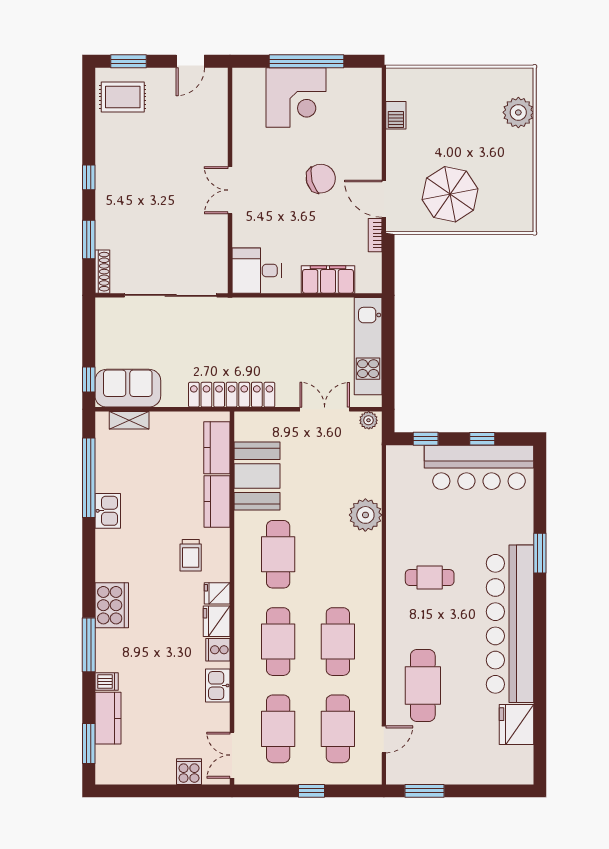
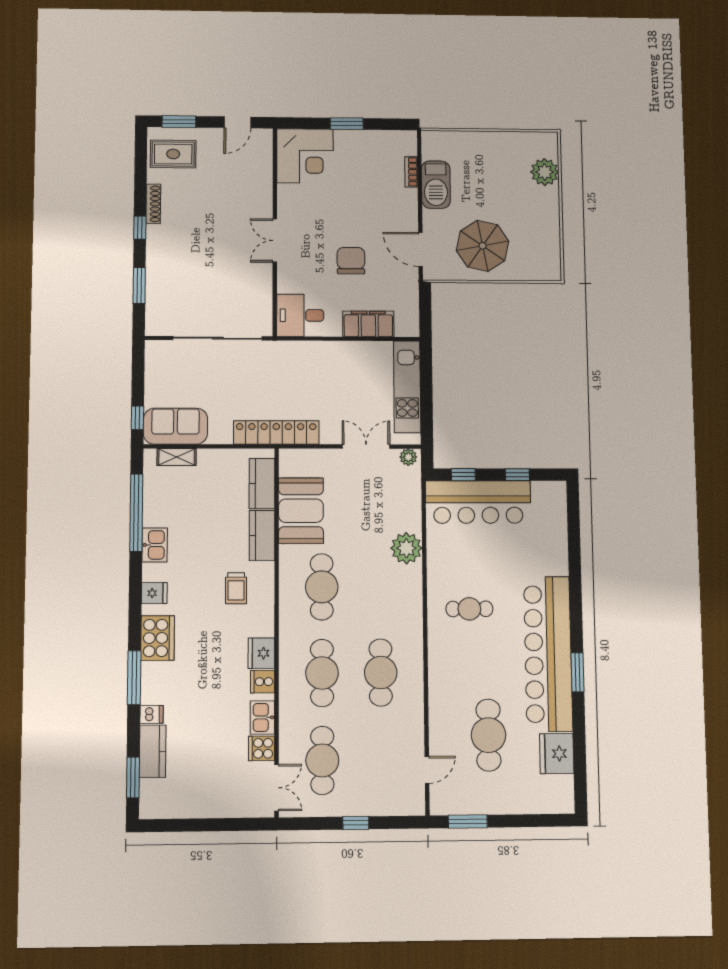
window: (307, 61) -> (347, 124), width x0.47
corner desk: (296, 97) -> (305, 156), moved
barbecue: (396, 115) -> (436, 185), width x1.88, depth x1.53
chair: (321, 179) -> (351, 261), moved, turned -74
bookcase: (375, 235) -> (411, 172), moved
shoe rack: (102, 272) -> (153, 204), moved
bar counter: (479, 467) -> (478, 502), moved
window: (540, 553) -> (577, 672), moved
fridge: (217, 593) -> (154, 593), moved, turned 180
cafe table: (423, 685) -> (488, 735), moved
cafe table: (338, 729) -> (381, 760), removed
double door: (232, 755) -> (277, 788), swing flipped
cooker: (189, 772) -> (262, 748), moved, turned -90

